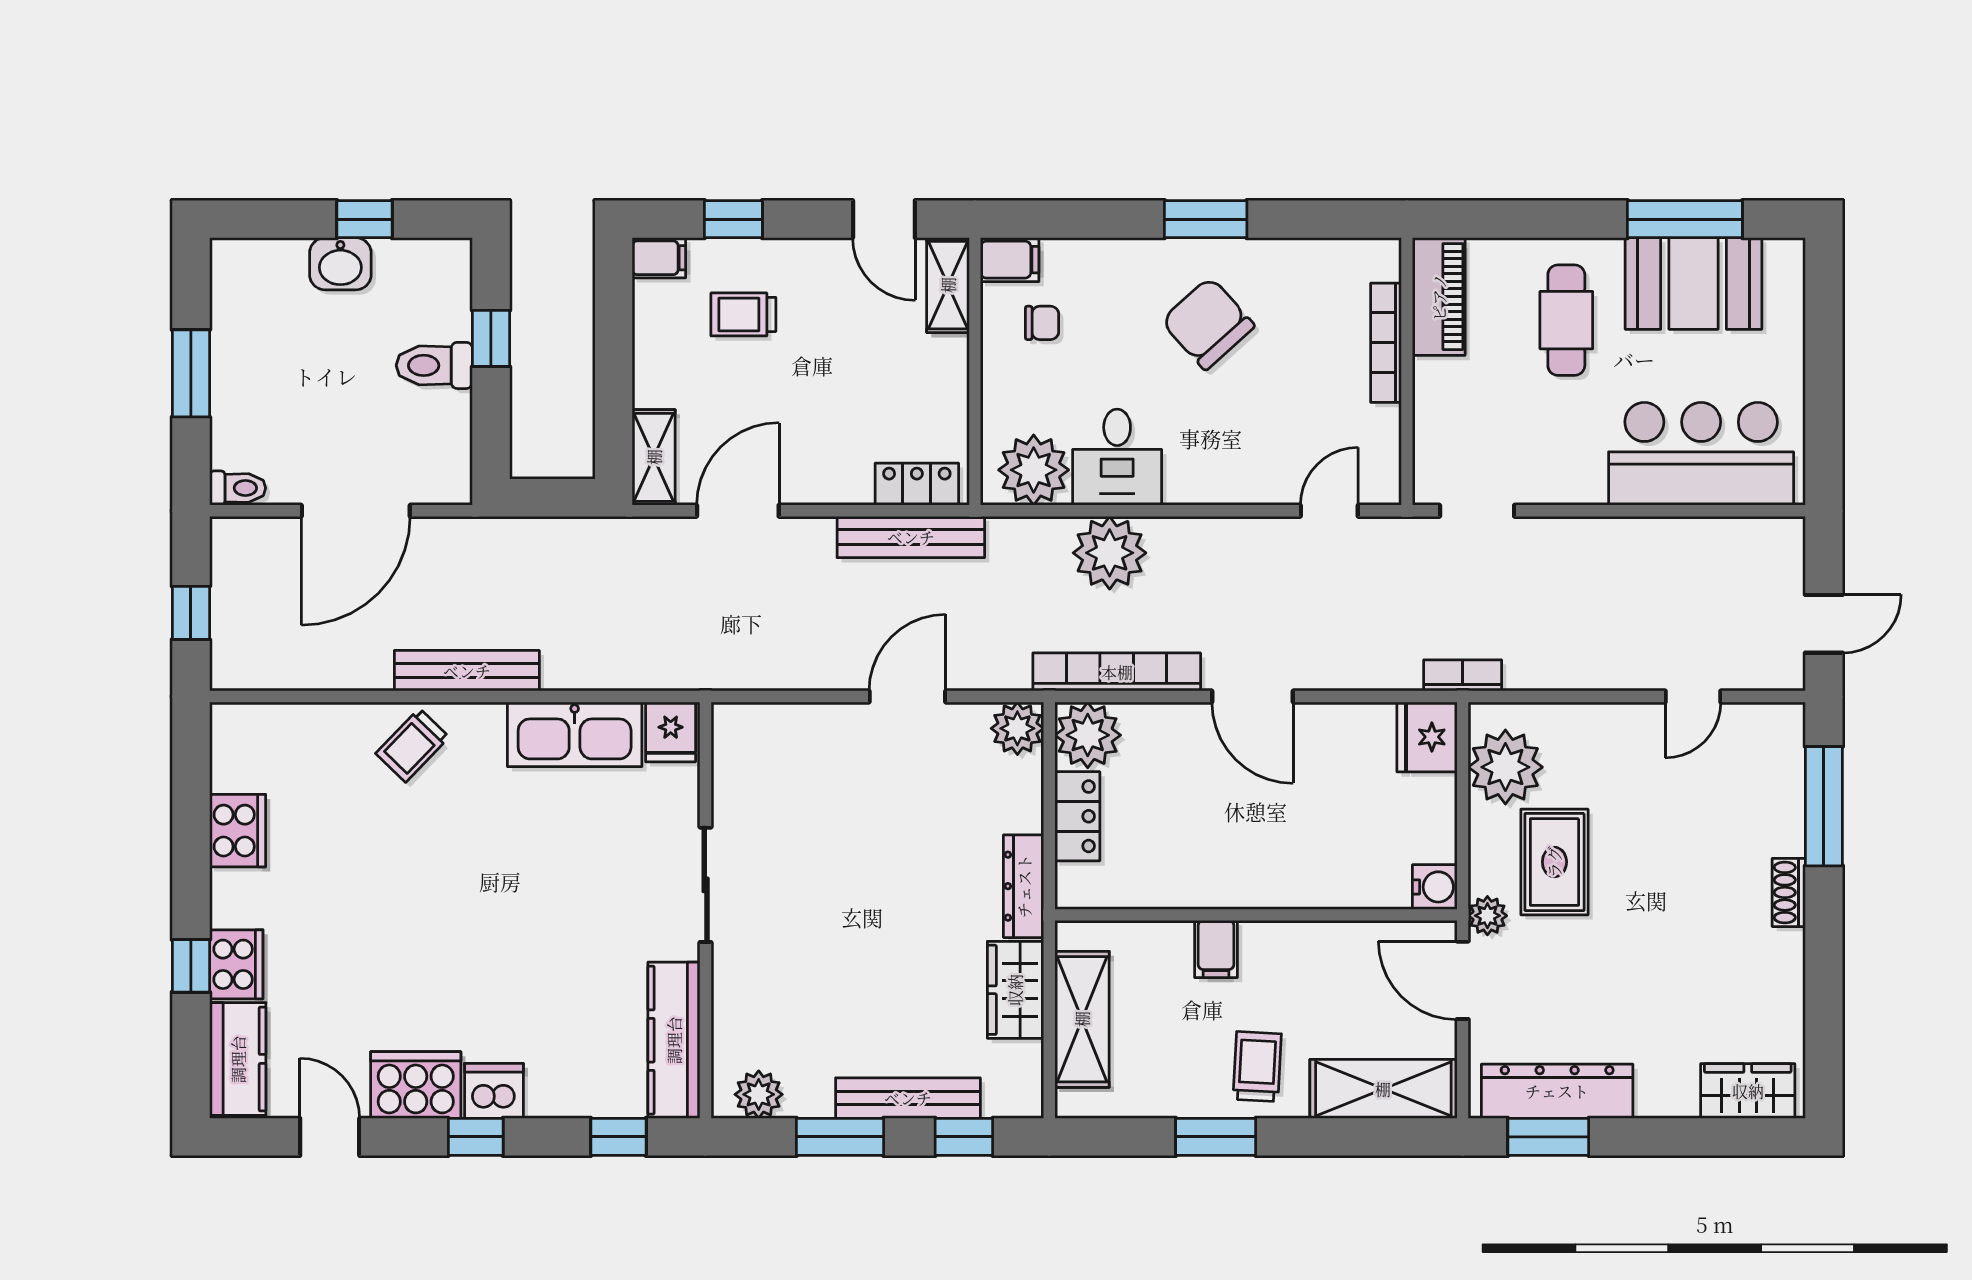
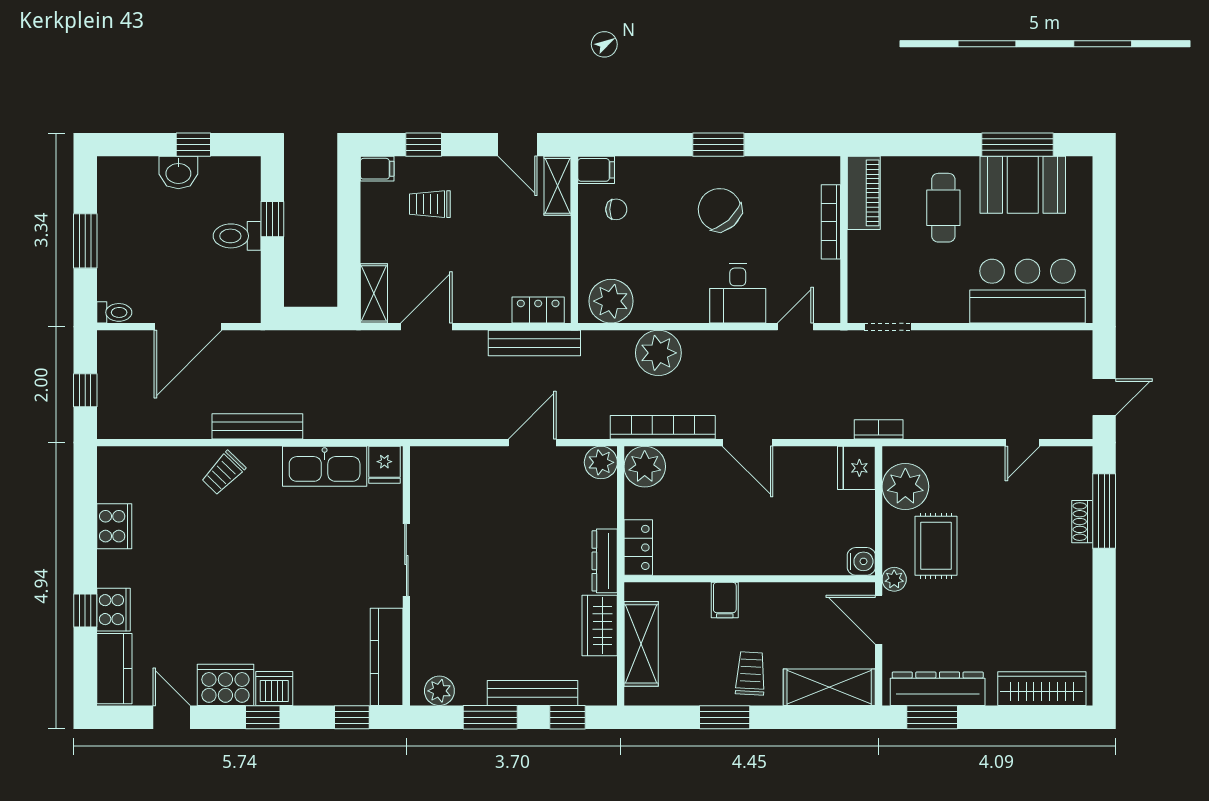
desk: (1117, 457) -> (738, 293), moved
locker: (1077, 816) -> (638, 547), moved
shoe rack: (1789, 892) -> (1082, 522), moved
wardrobe: (1748, 1091) -> (1042, 689), width x1.50

